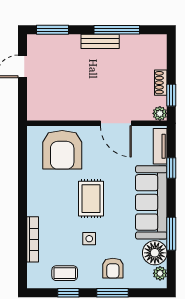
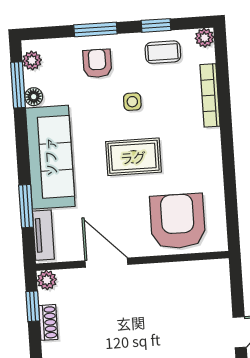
window: (171, 168) -> (26, 206), width x1.50
rug: (91, 199) -> (133, 157), turned 90
window: (171, 234) -> (18, 85), moved
floor lamp: (155, 253) -> (34, 97), width x0.53, depth x0.53
plant: (34, 282) -> (205, 38), added

